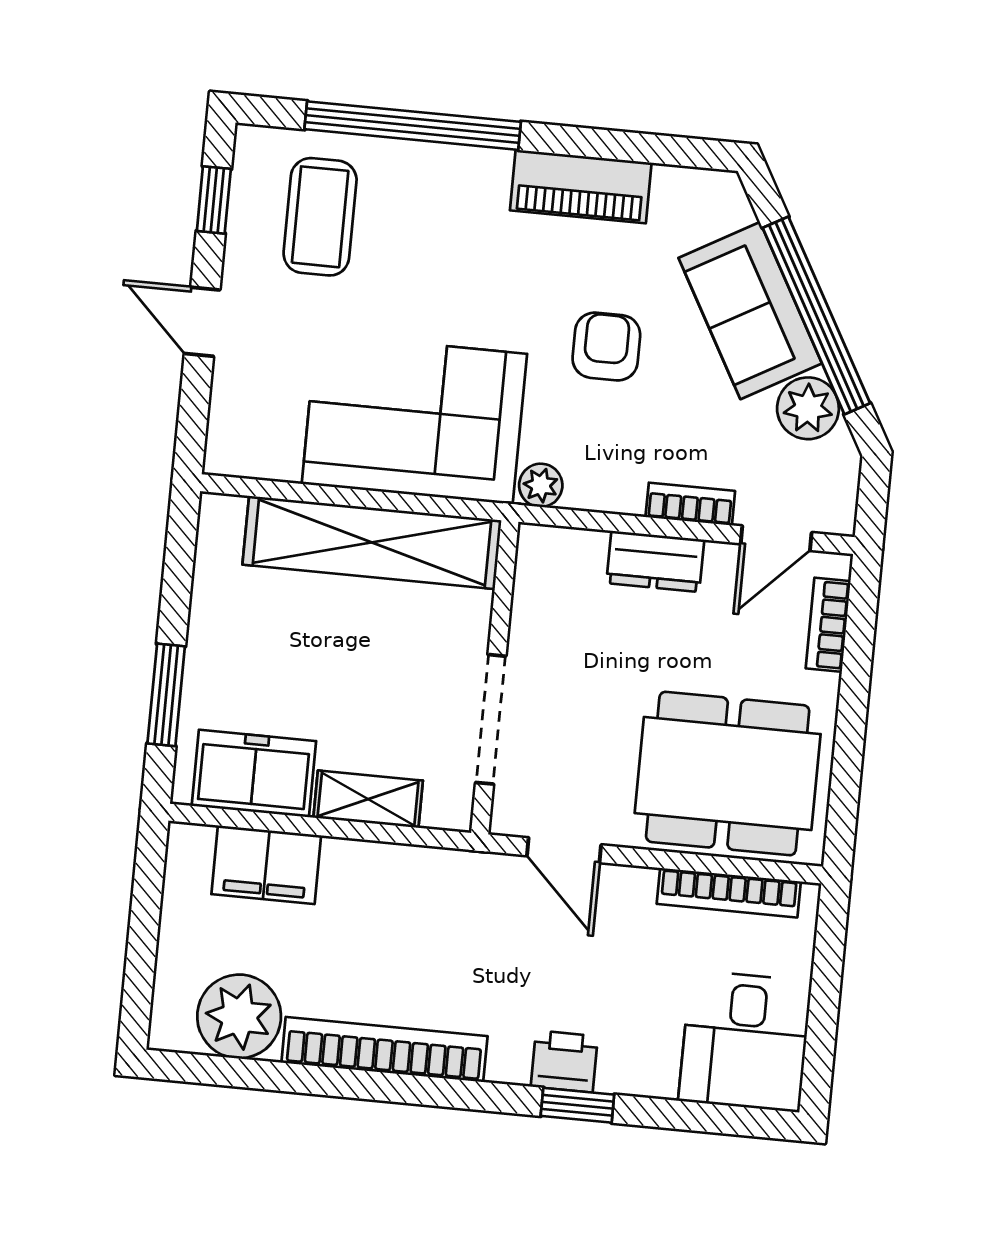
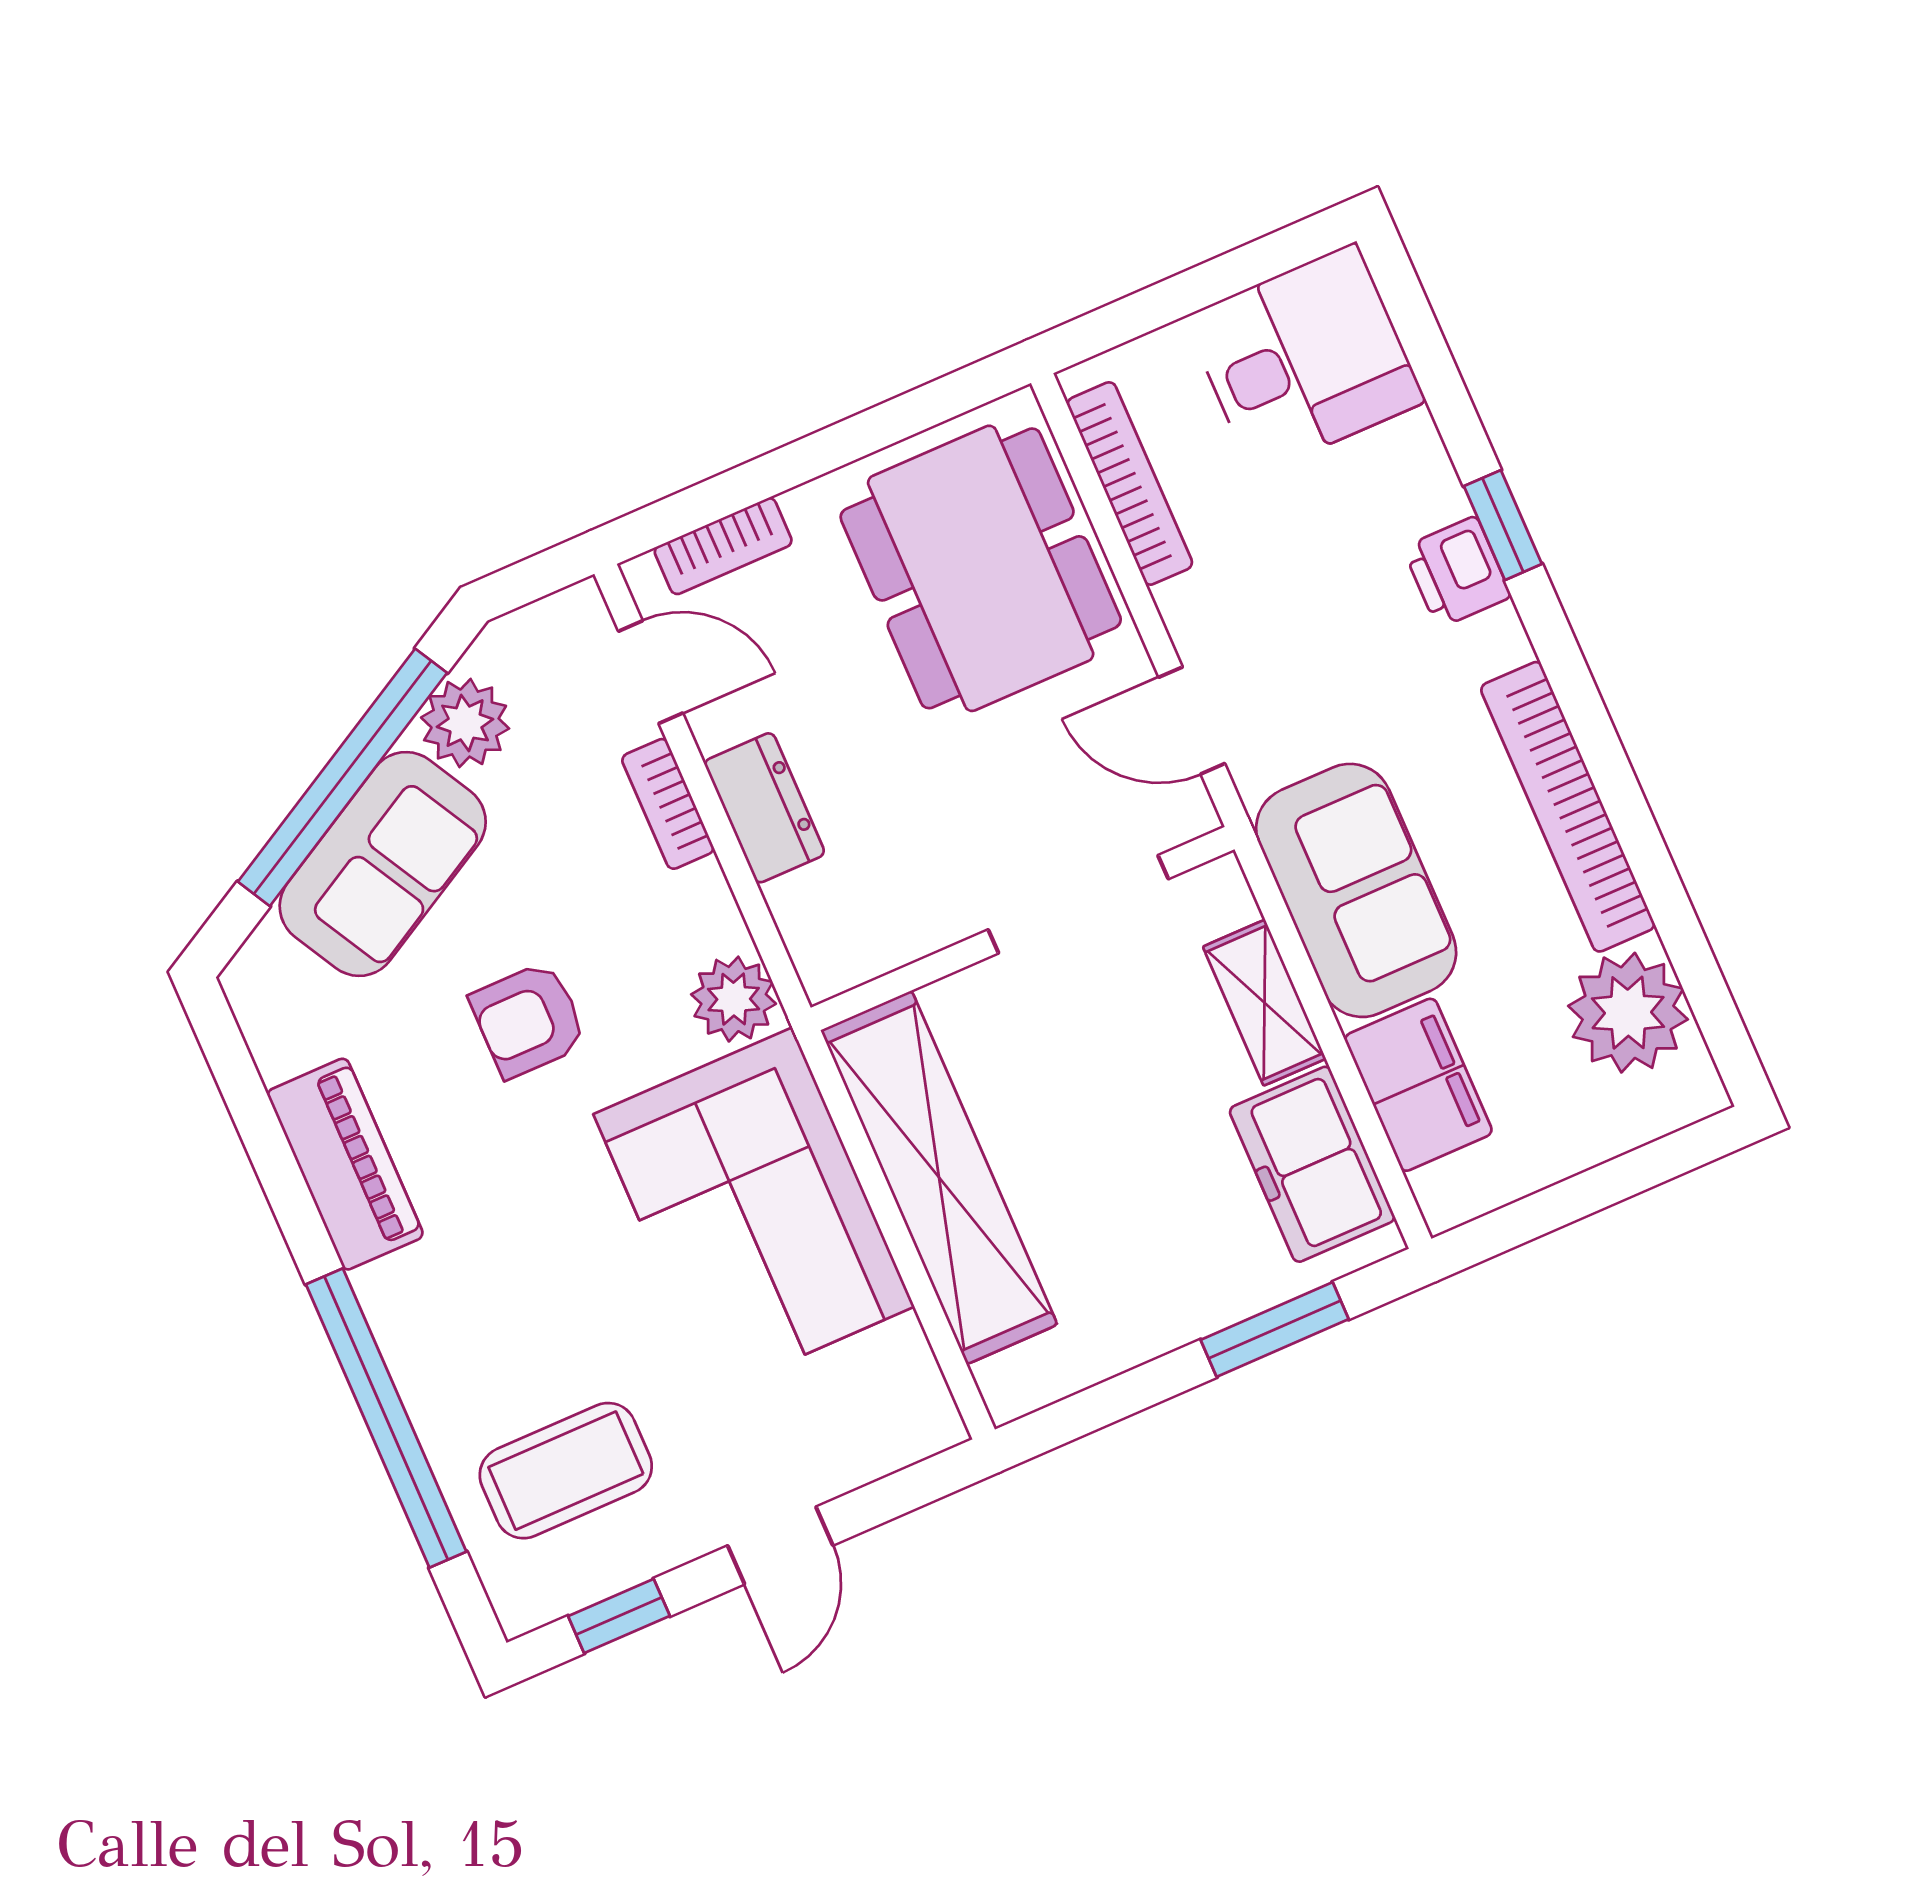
plant: (541, 485) -> (734, 999), width x1.38, depth x1.38
door: (564, 850) -> (1192, 720), swing flipped
sofa: (405, 893) -> (1356, 890), added

